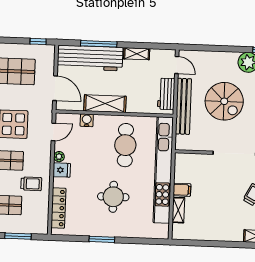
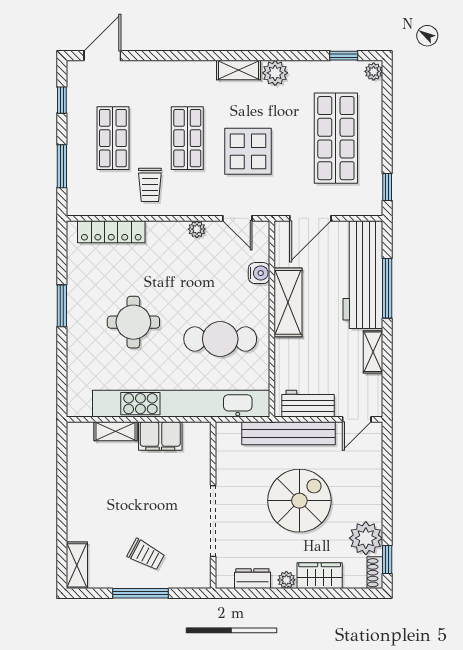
spiral stairs: (224, 101) -> (299, 501), turned 180
fridge: (62, 170) -> (175, 235), removed
filing cabinet: (182, 190) -> (160, 436), width x2.00

